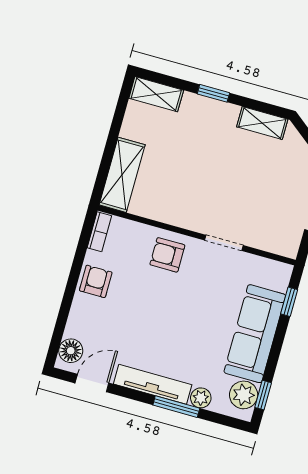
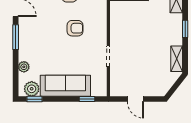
armchair: (167, 255) -> (75, 28), moved, turned 90
tv unit: (153, 384) -> (24, 40), removed
window: (176, 407) -> (16, 37), moved

